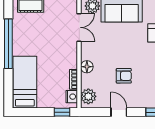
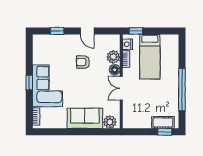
double door: (79, 27) -> (121, 88), moved
bed: (25, 82) -> (150, 57), moved
plant: (88, 96) -> (113, 57), moved

